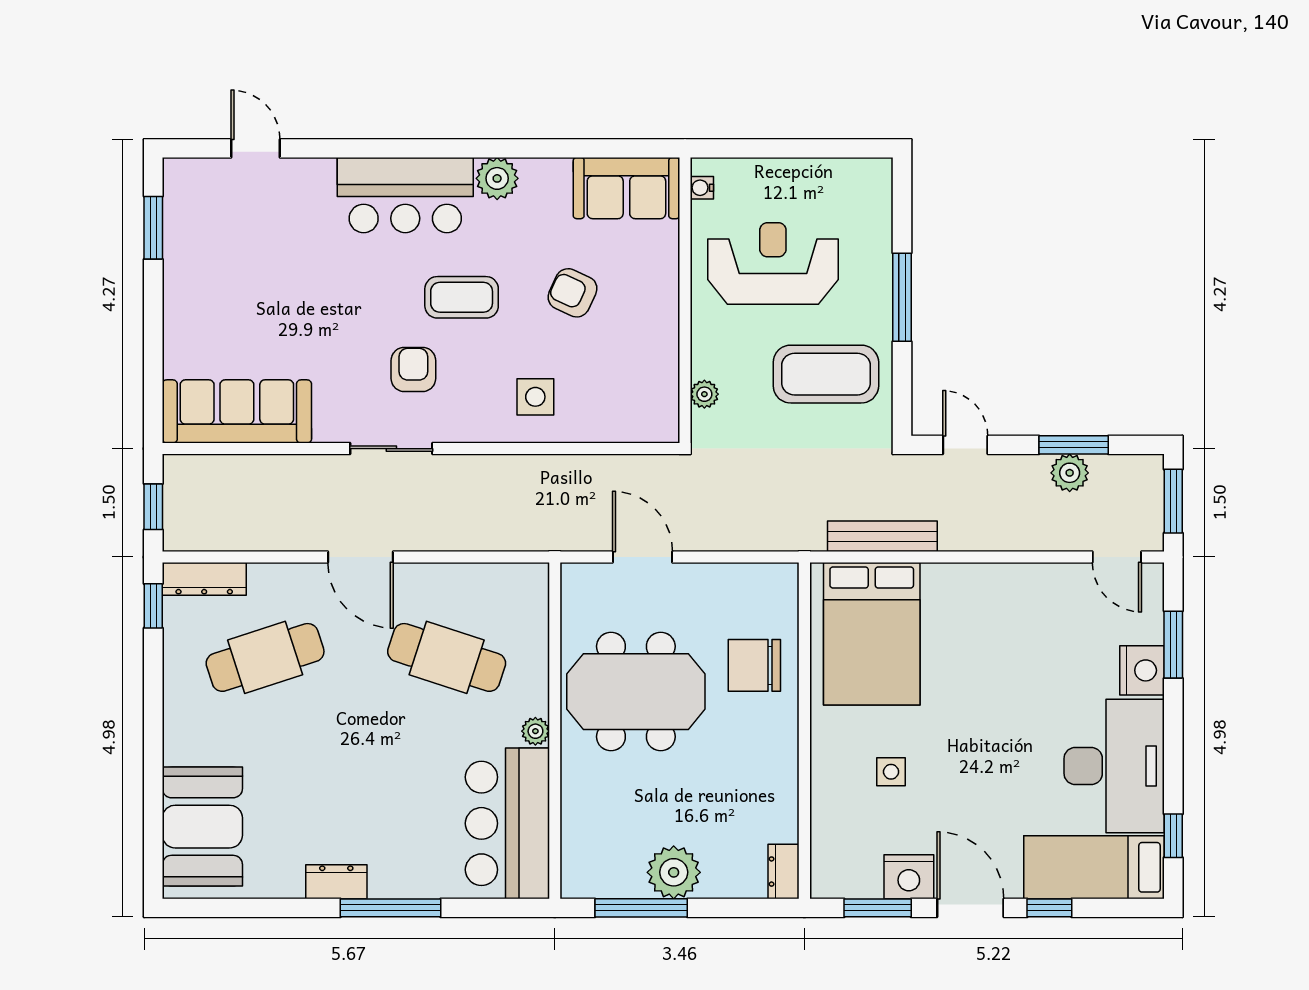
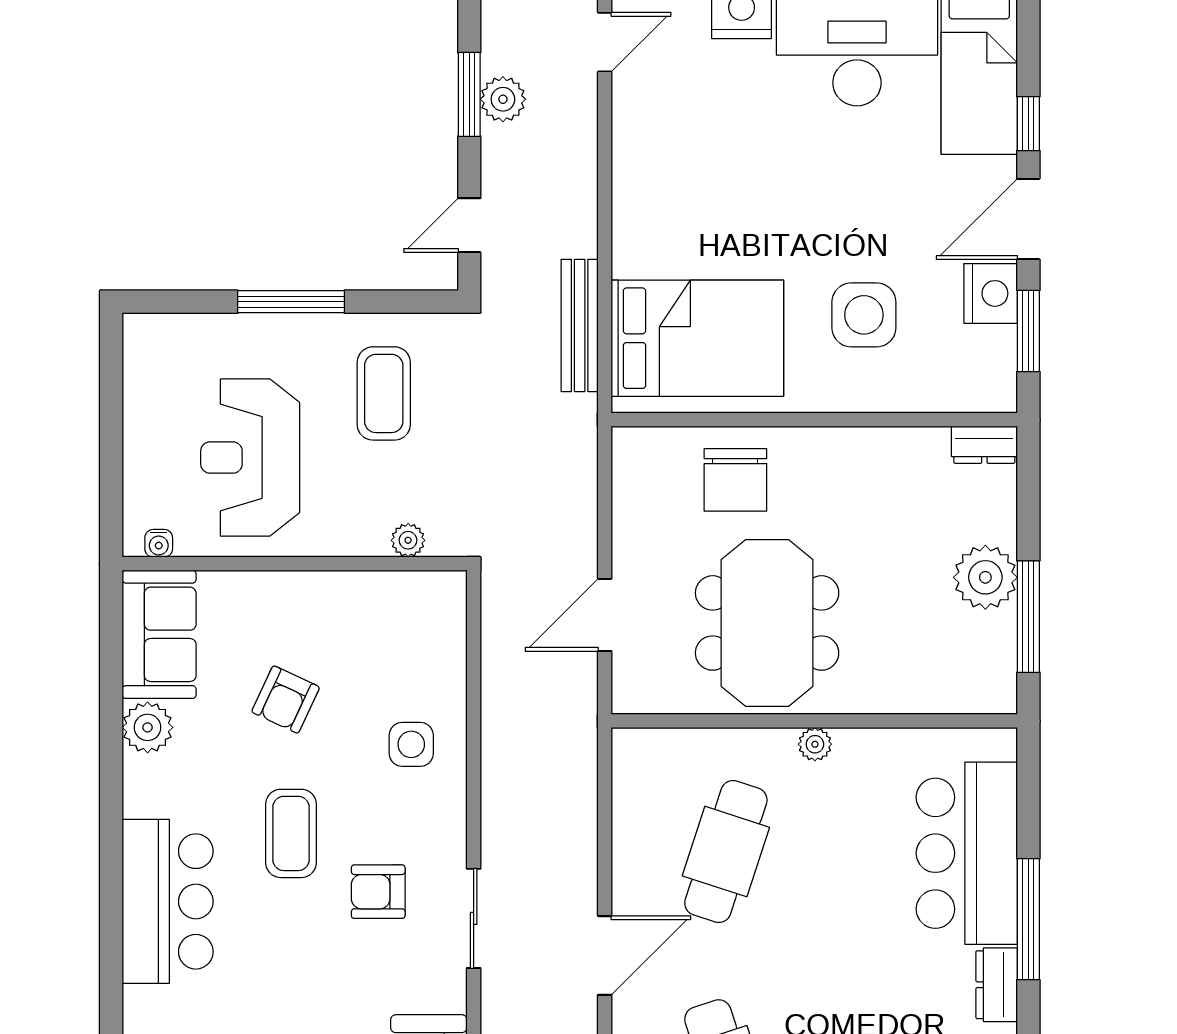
plant: (497, 178) -> (148, 727), moved
coffee table: (826, 374) -> (384, 393), width x0.73, depth x0.76
side table: (891, 772) -> (864, 315), width x1.87, depth x1.87
bar counter: (507, 823) -> (967, 853), moved, turned 90

